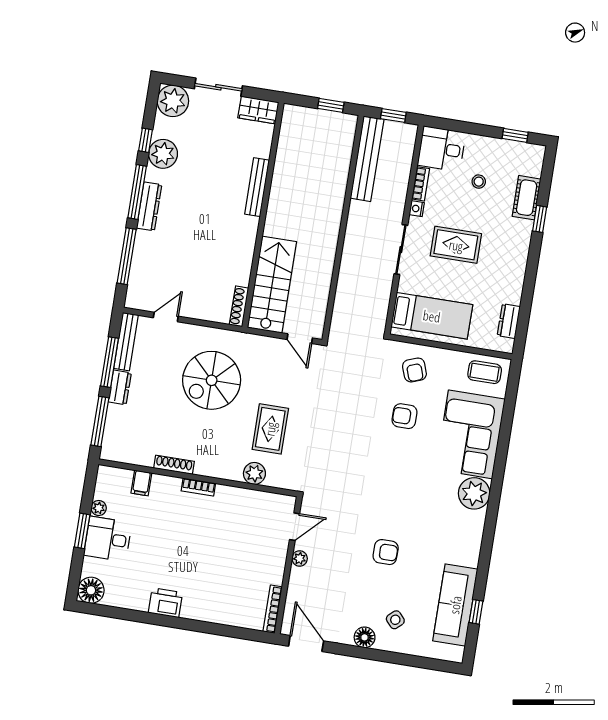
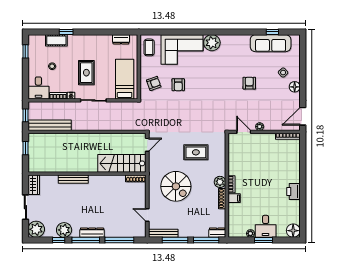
dresser: (120, 387) -> (217, 233), moved
plant: (254, 473) -> (220, 182), moved
filing cabinet: (141, 483) -> (234, 198), moved

